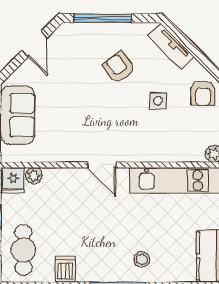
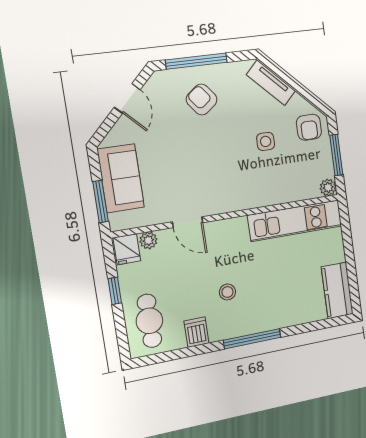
armchair: (119, 68) -> (202, 100), moved
door: (102, 165) -> (188, 222), moved
stool: (142, 259) -> (227, 292), moved

